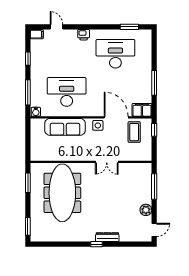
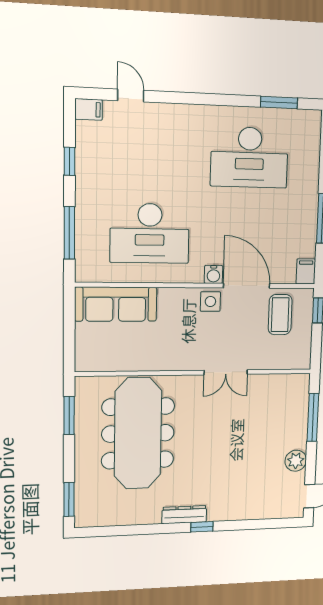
printer: (84, 35) -> (187, 115), removed
desk: (115, 54) -> (249, 157), turned 180
desk: (67, 92) -> (150, 233), turned 180
filing cabinet: (142, 110) -> (306, 271), width x0.50
water cooler: (36, 112) -> (213, 274), moved
sofa: (65, 127) -> (116, 304), moved
dresser: (107, 237) -> (184, 515), moved

